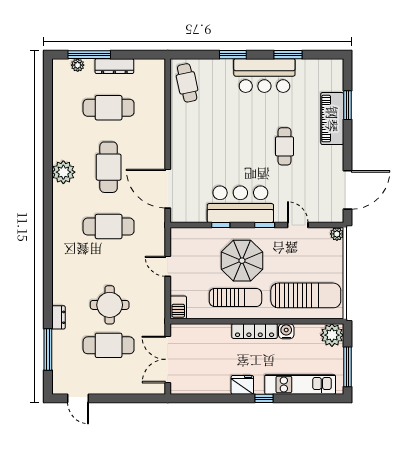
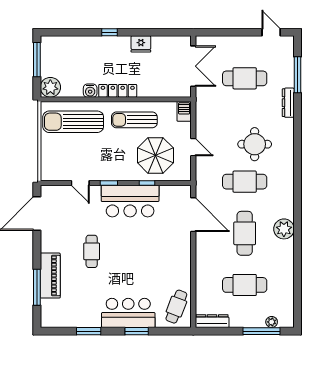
dresser: (114, 66) -> (212, 321), moved
bar counter: (264, 76) -> (128, 313), moved
cafe table: (187, 83) -> (176, 307), turned 33
window: (347, 105) -> (37, 287), width x1.44
plant: (337, 234) -> (46, 175), removed
parasol: (242, 261) -> (155, 155), moved
round table: (110, 305) -> (255, 144), moved
dresser: (58, 317) -> (288, 103), width x1.44
fridge: (242, 385) -> (141, 44), moved
kitchen unit: (300, 385) -> (78, 44), removed

